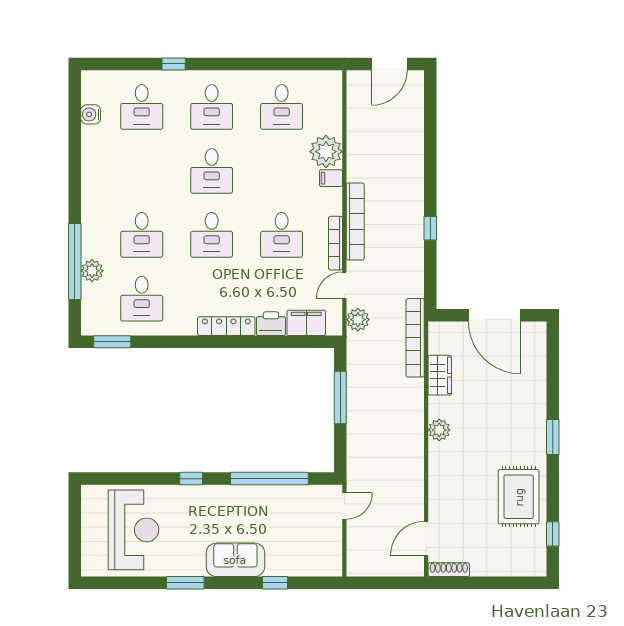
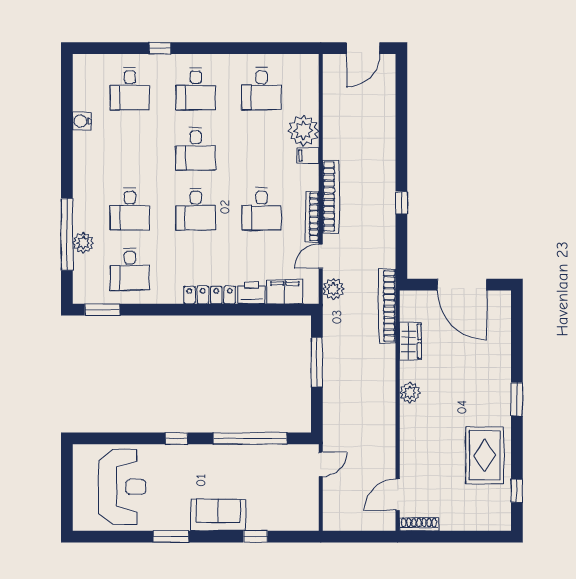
water cooler: (91, 114) -> (82, 121), moved

